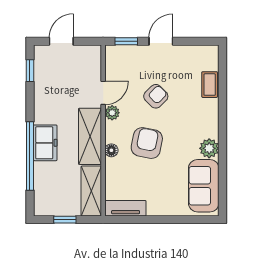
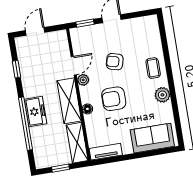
window: (30, 71) -> (16, 69), moved
coffee table: (210, 85) -> (153, 68), moved
armchair: (156, 96) -> (115, 62), turned -120
armchair: (147, 143) -> (114, 99), turned -101
sofa: (204, 186) -> (152, 138), moved, turned 90

